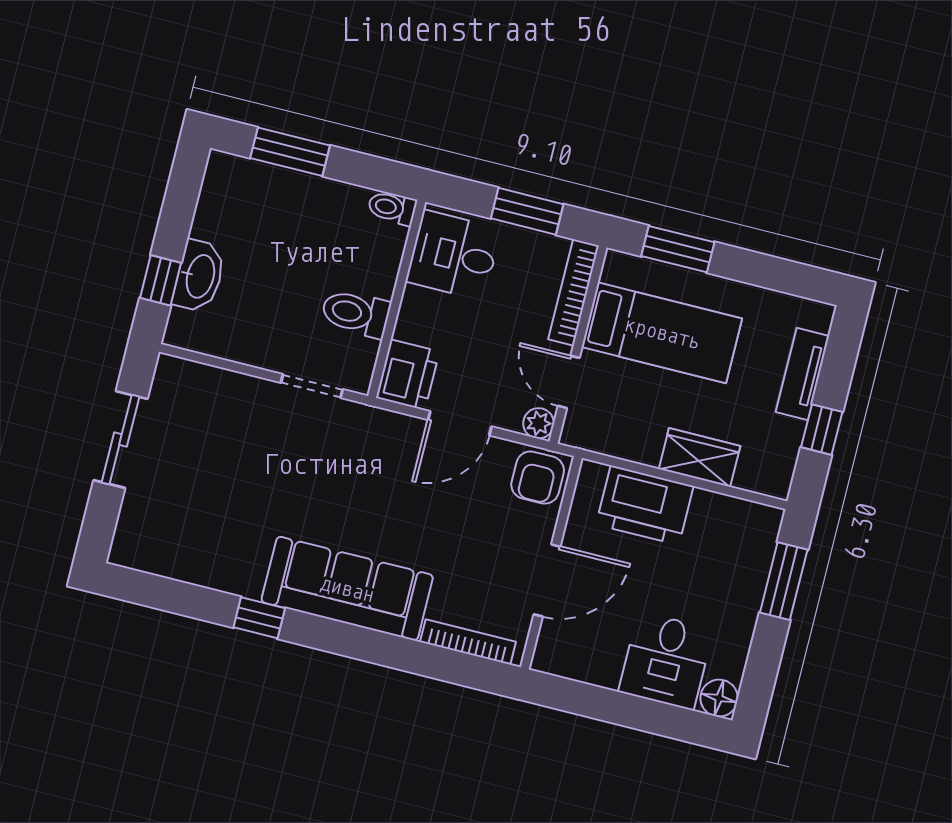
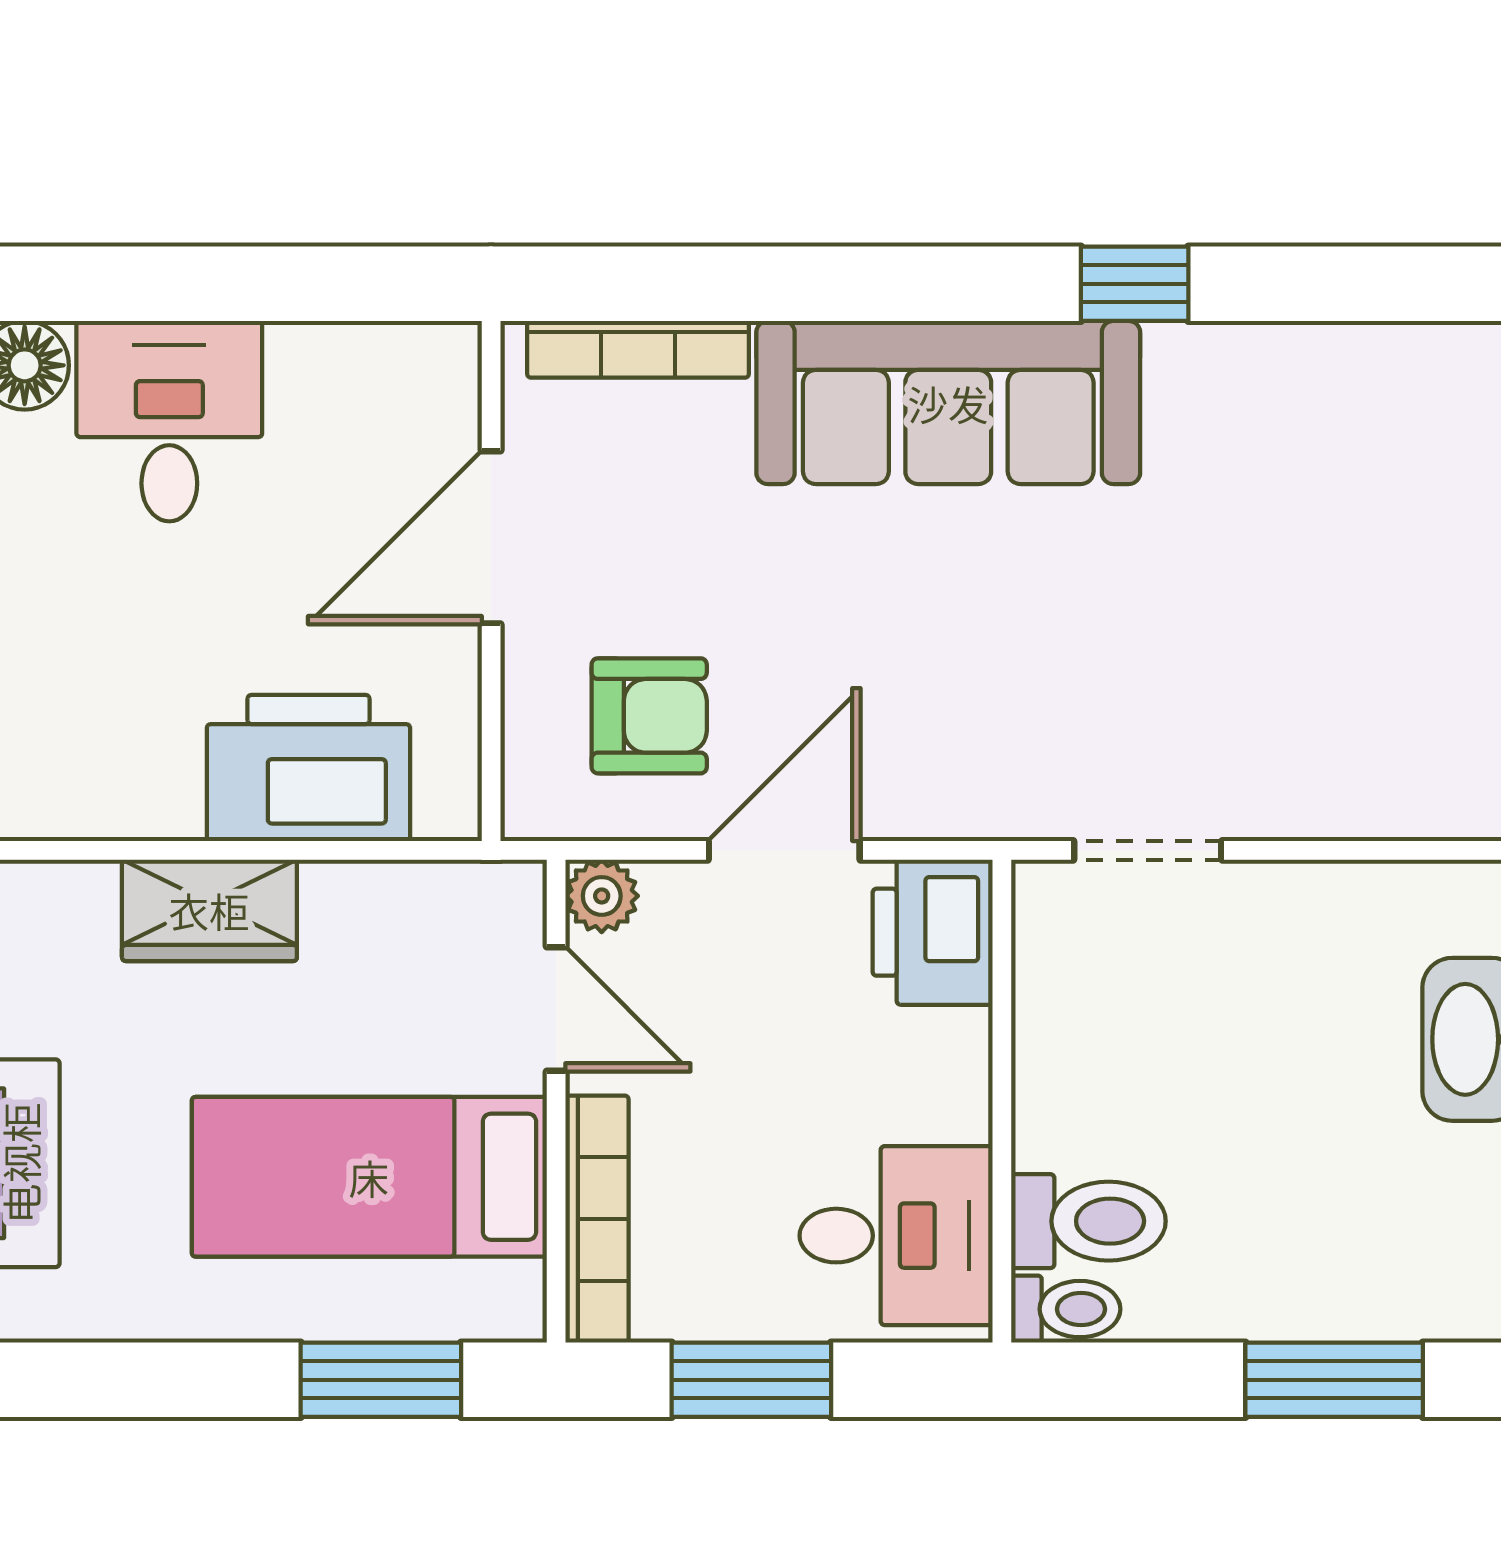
toilet: (356, 313) -> (1088, 1221), moved
armchair: (538, 478) -> (649, 716), moved, turned 90

